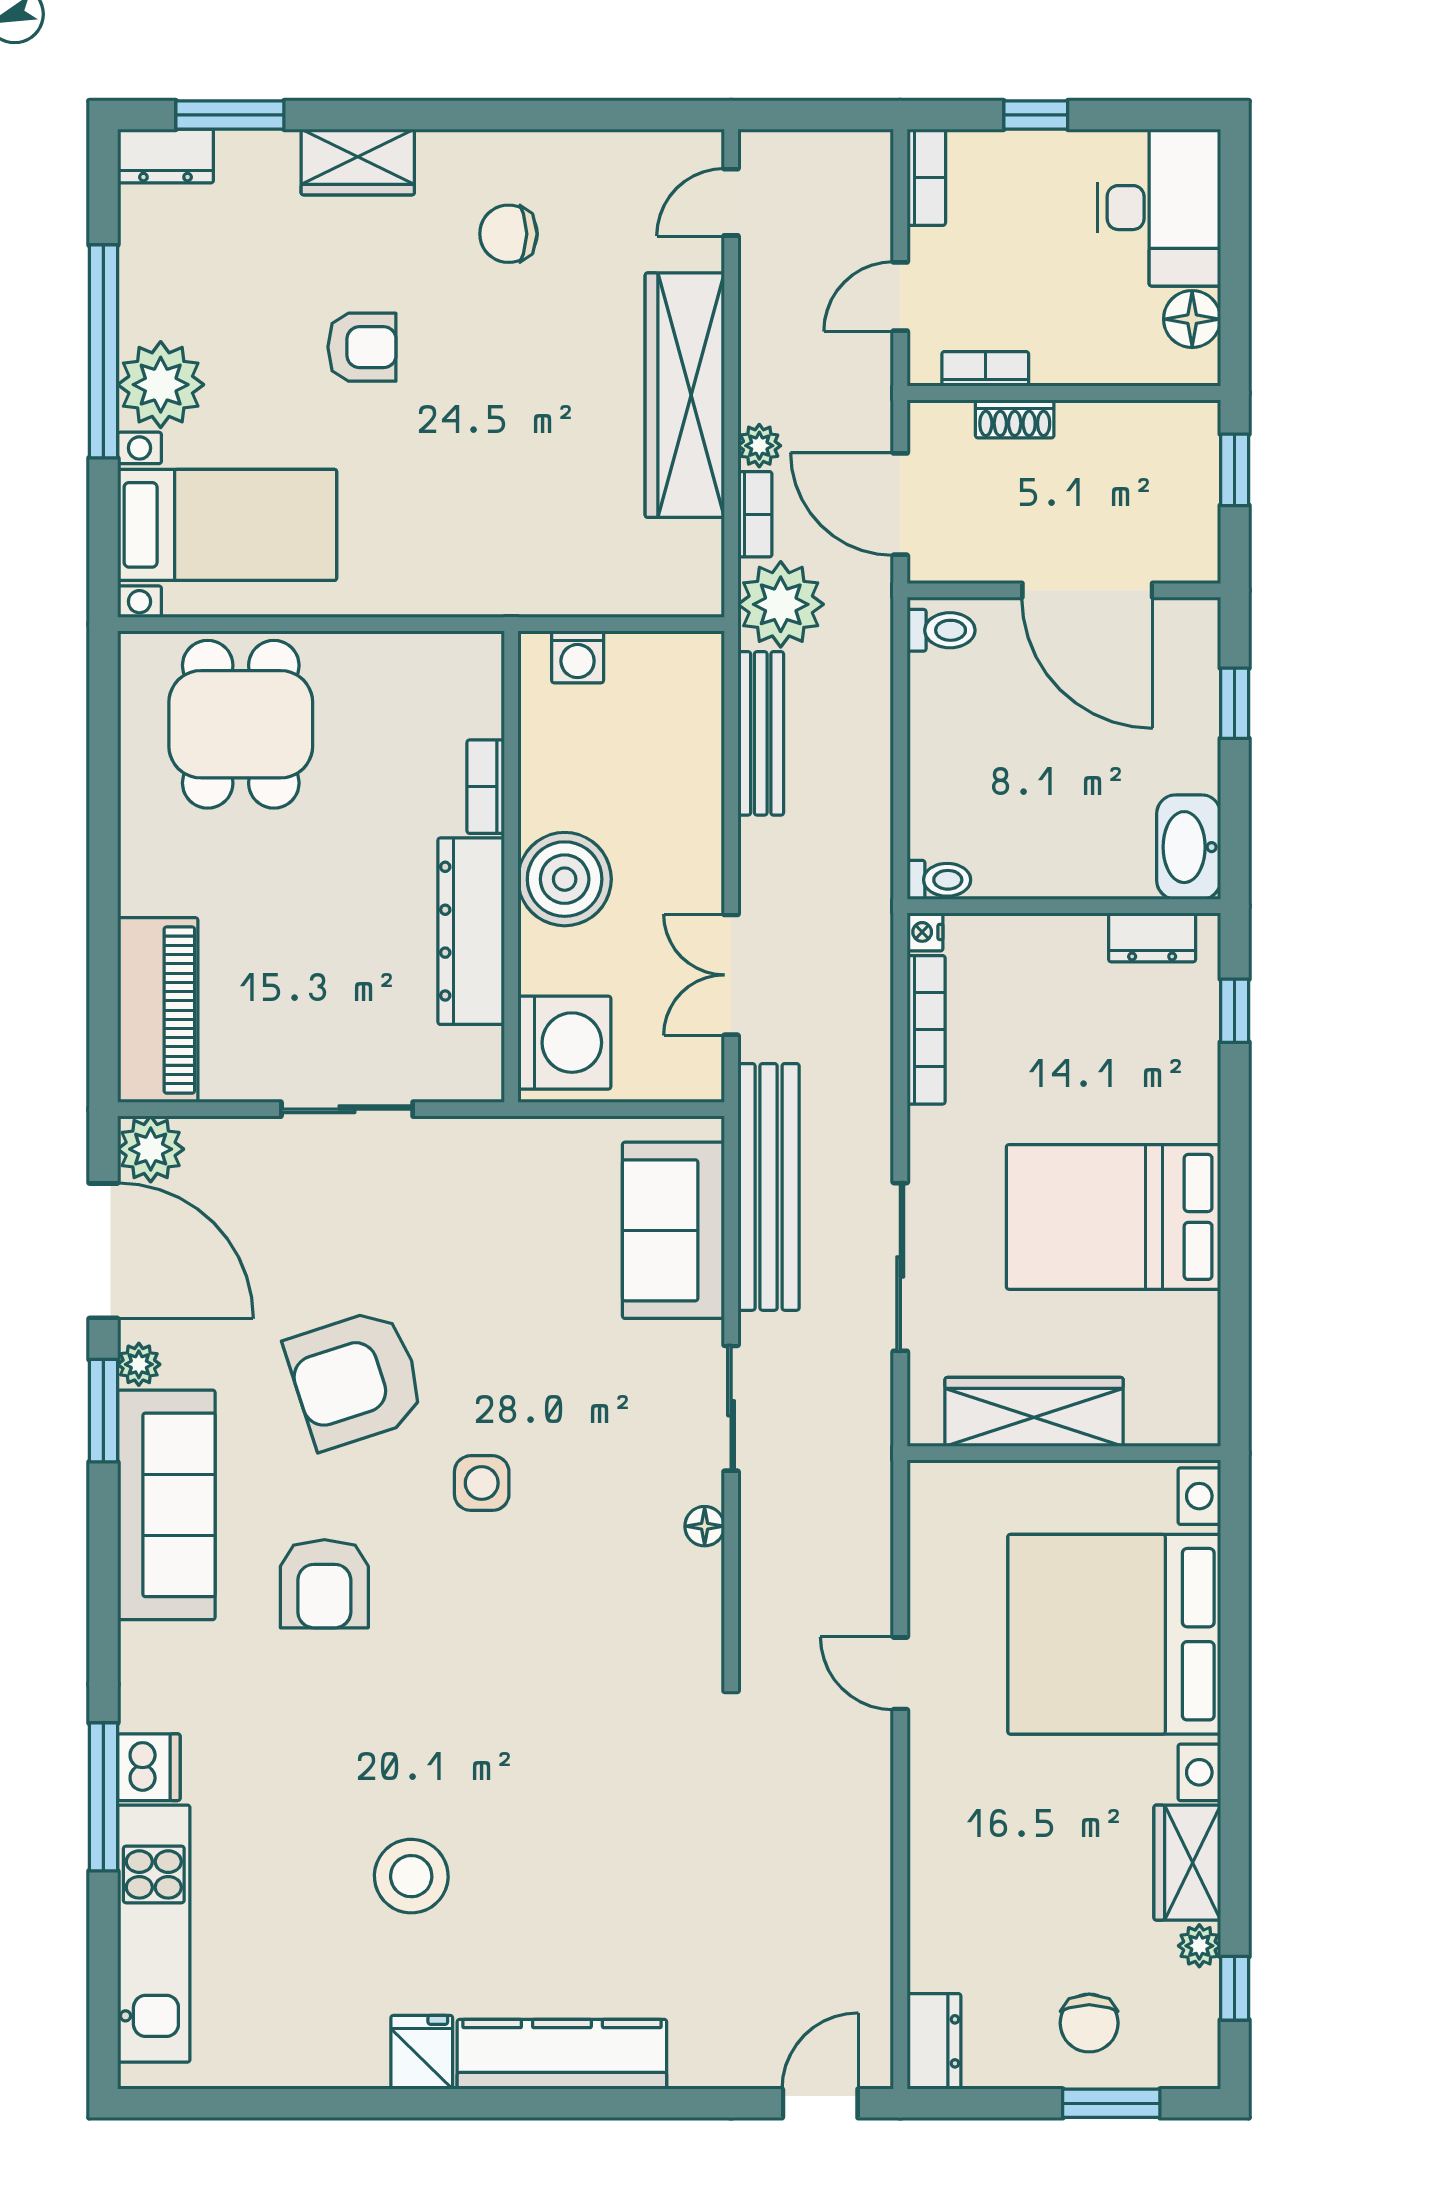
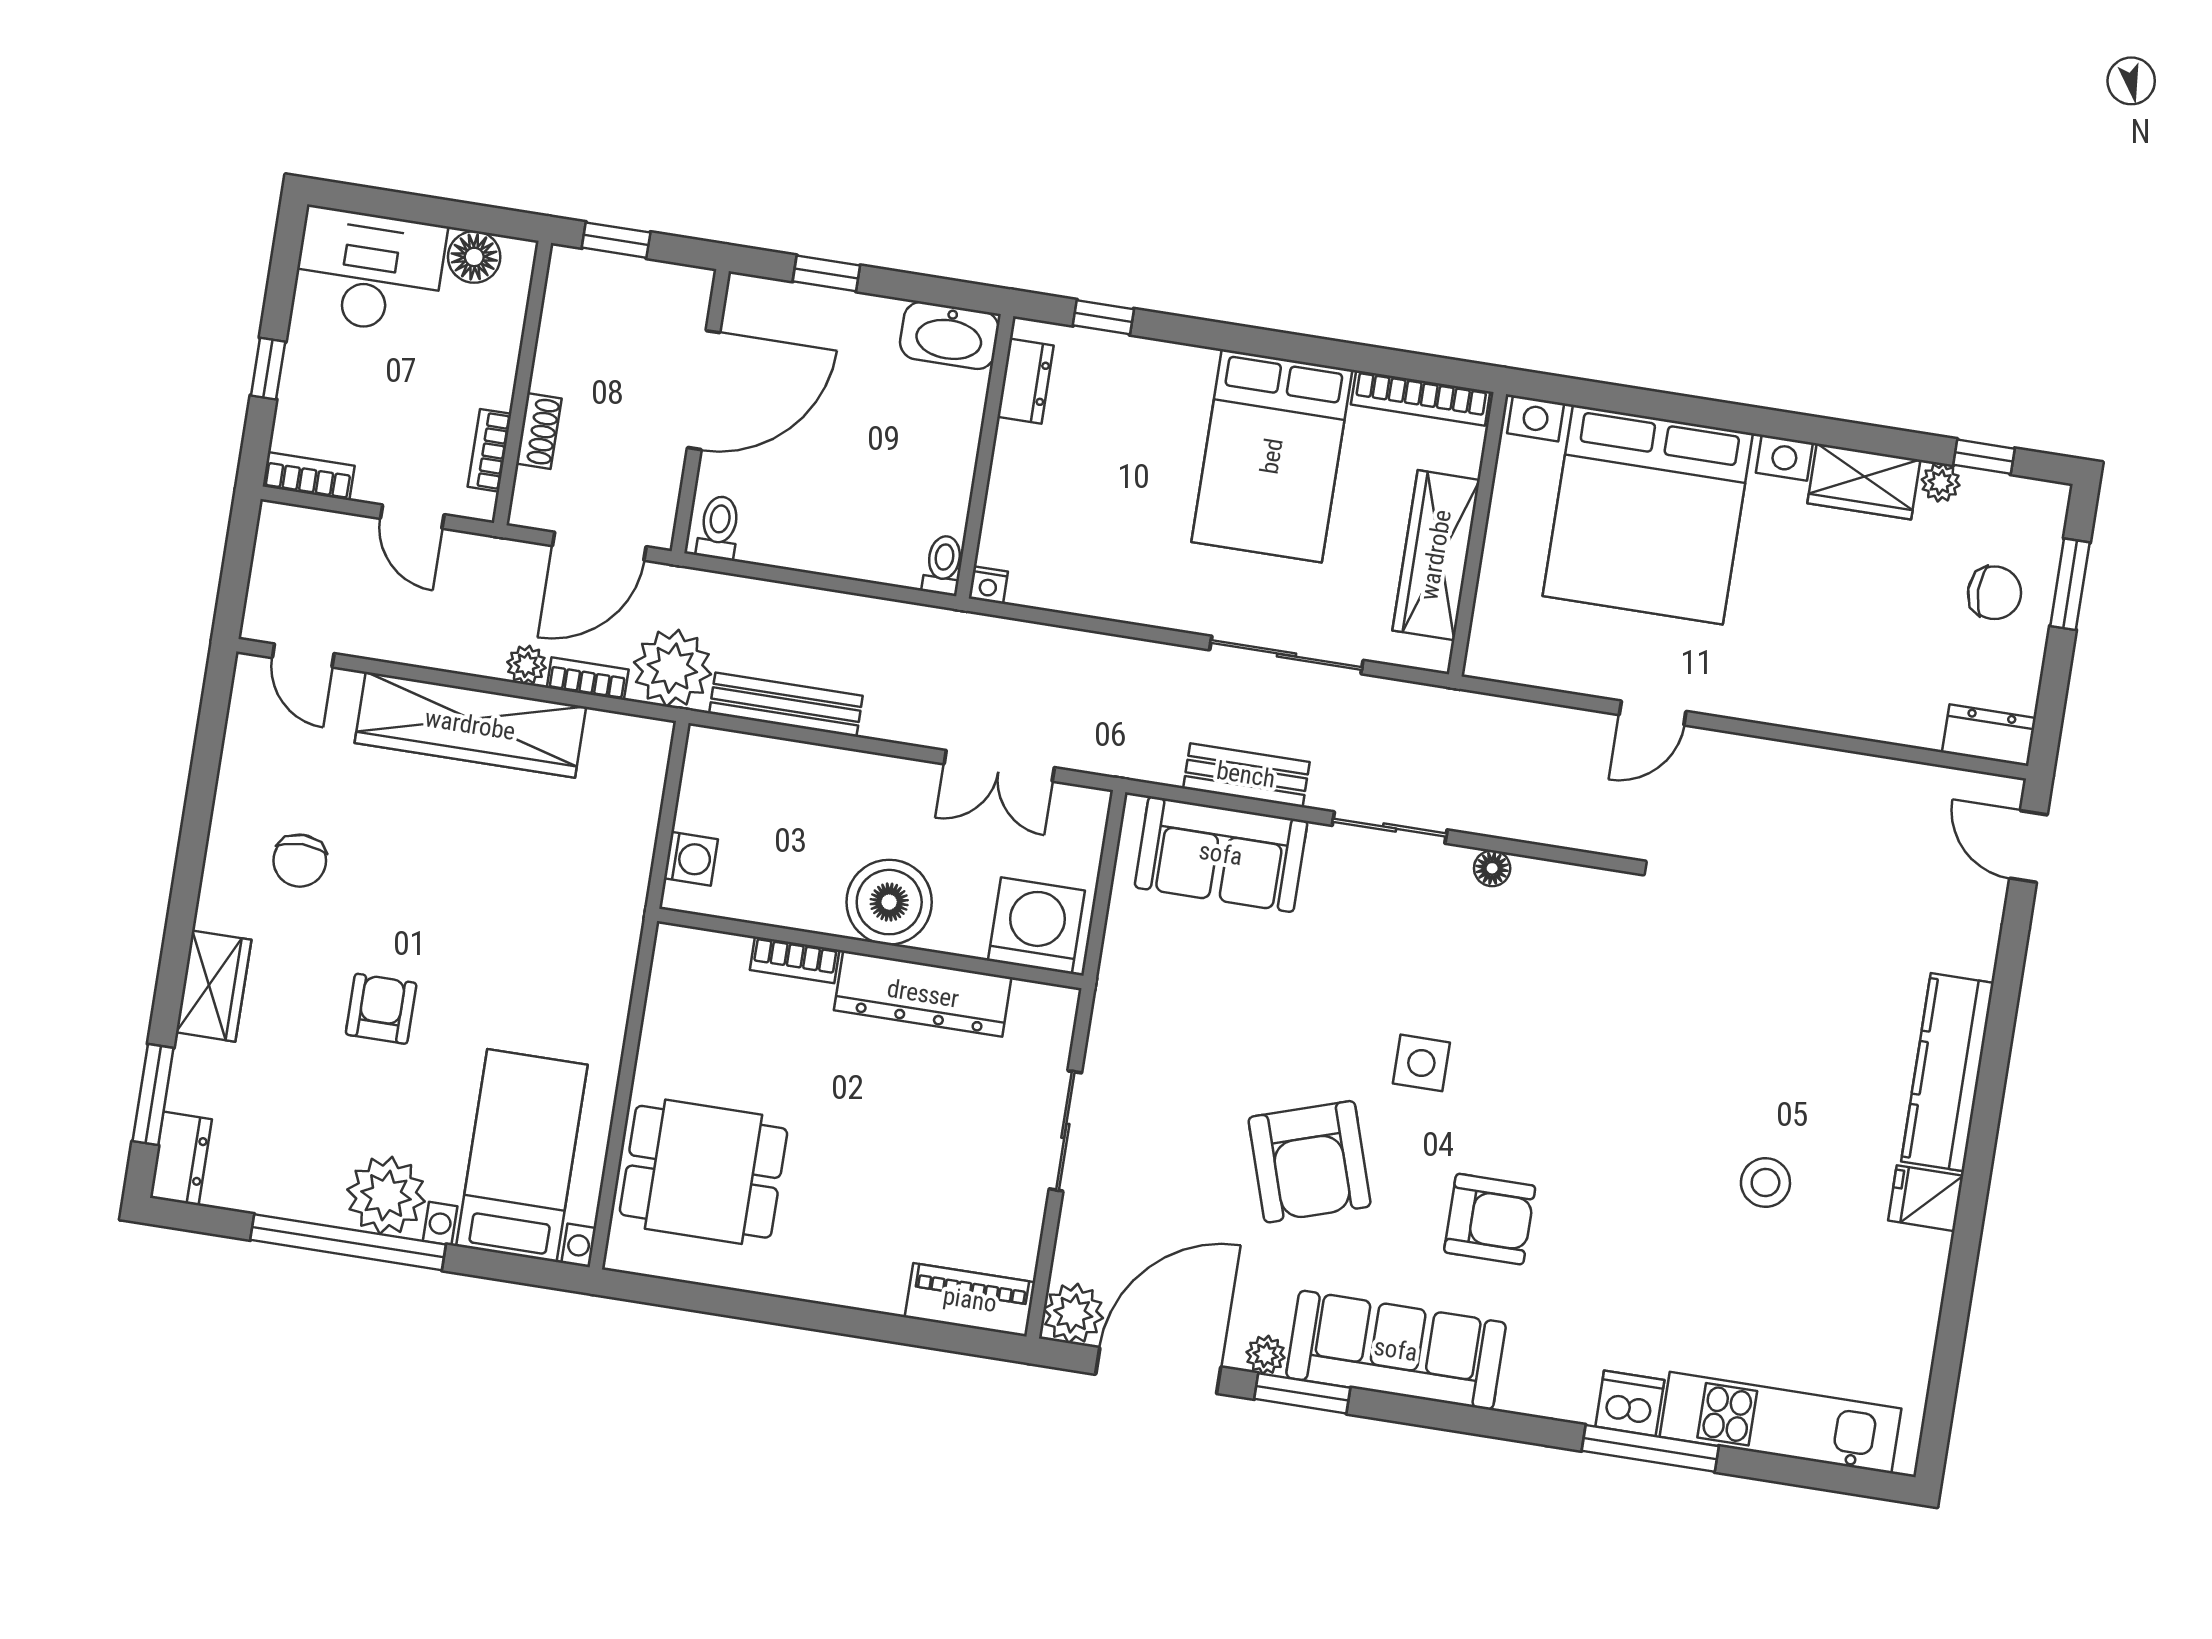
piano: (158, 1010) -> (970, 1300), width x0.73, depth x0.75
bookcase: (926, 1030) -> (1421, 398), moved, turned 180
bench: (769, 1187) -> (1246, 775), width x0.54, depth x0.82
stool: (411, 1876) -> (1765, 1183), width x0.73, depth x0.73

